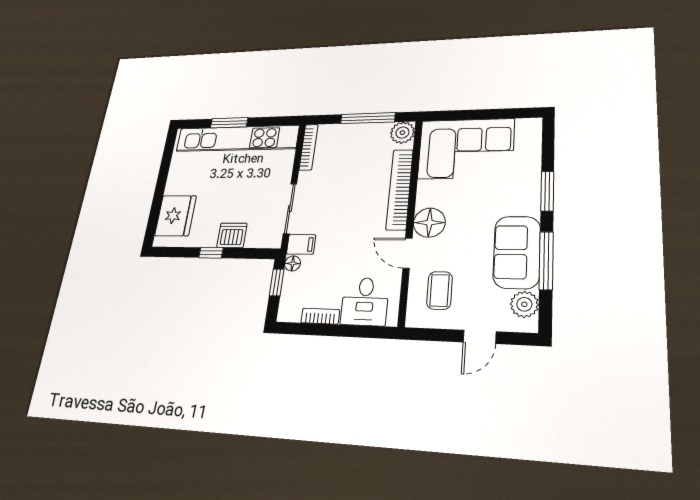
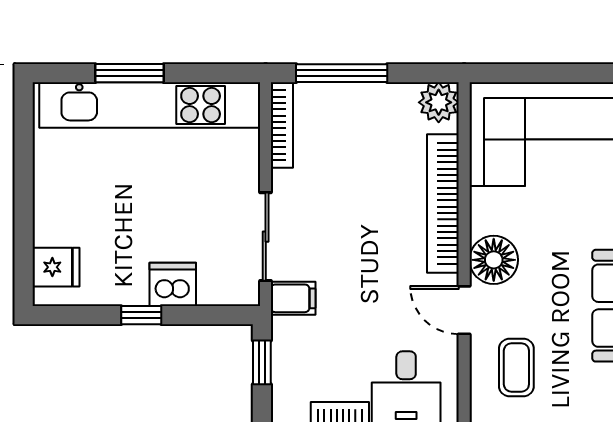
window: (368, 118) -> (342, 73), moved
fridge: (176, 216) -> (56, 267), width x0.53, depth x0.75
floor lamp: (293, 263) -> (284, 330), removed

